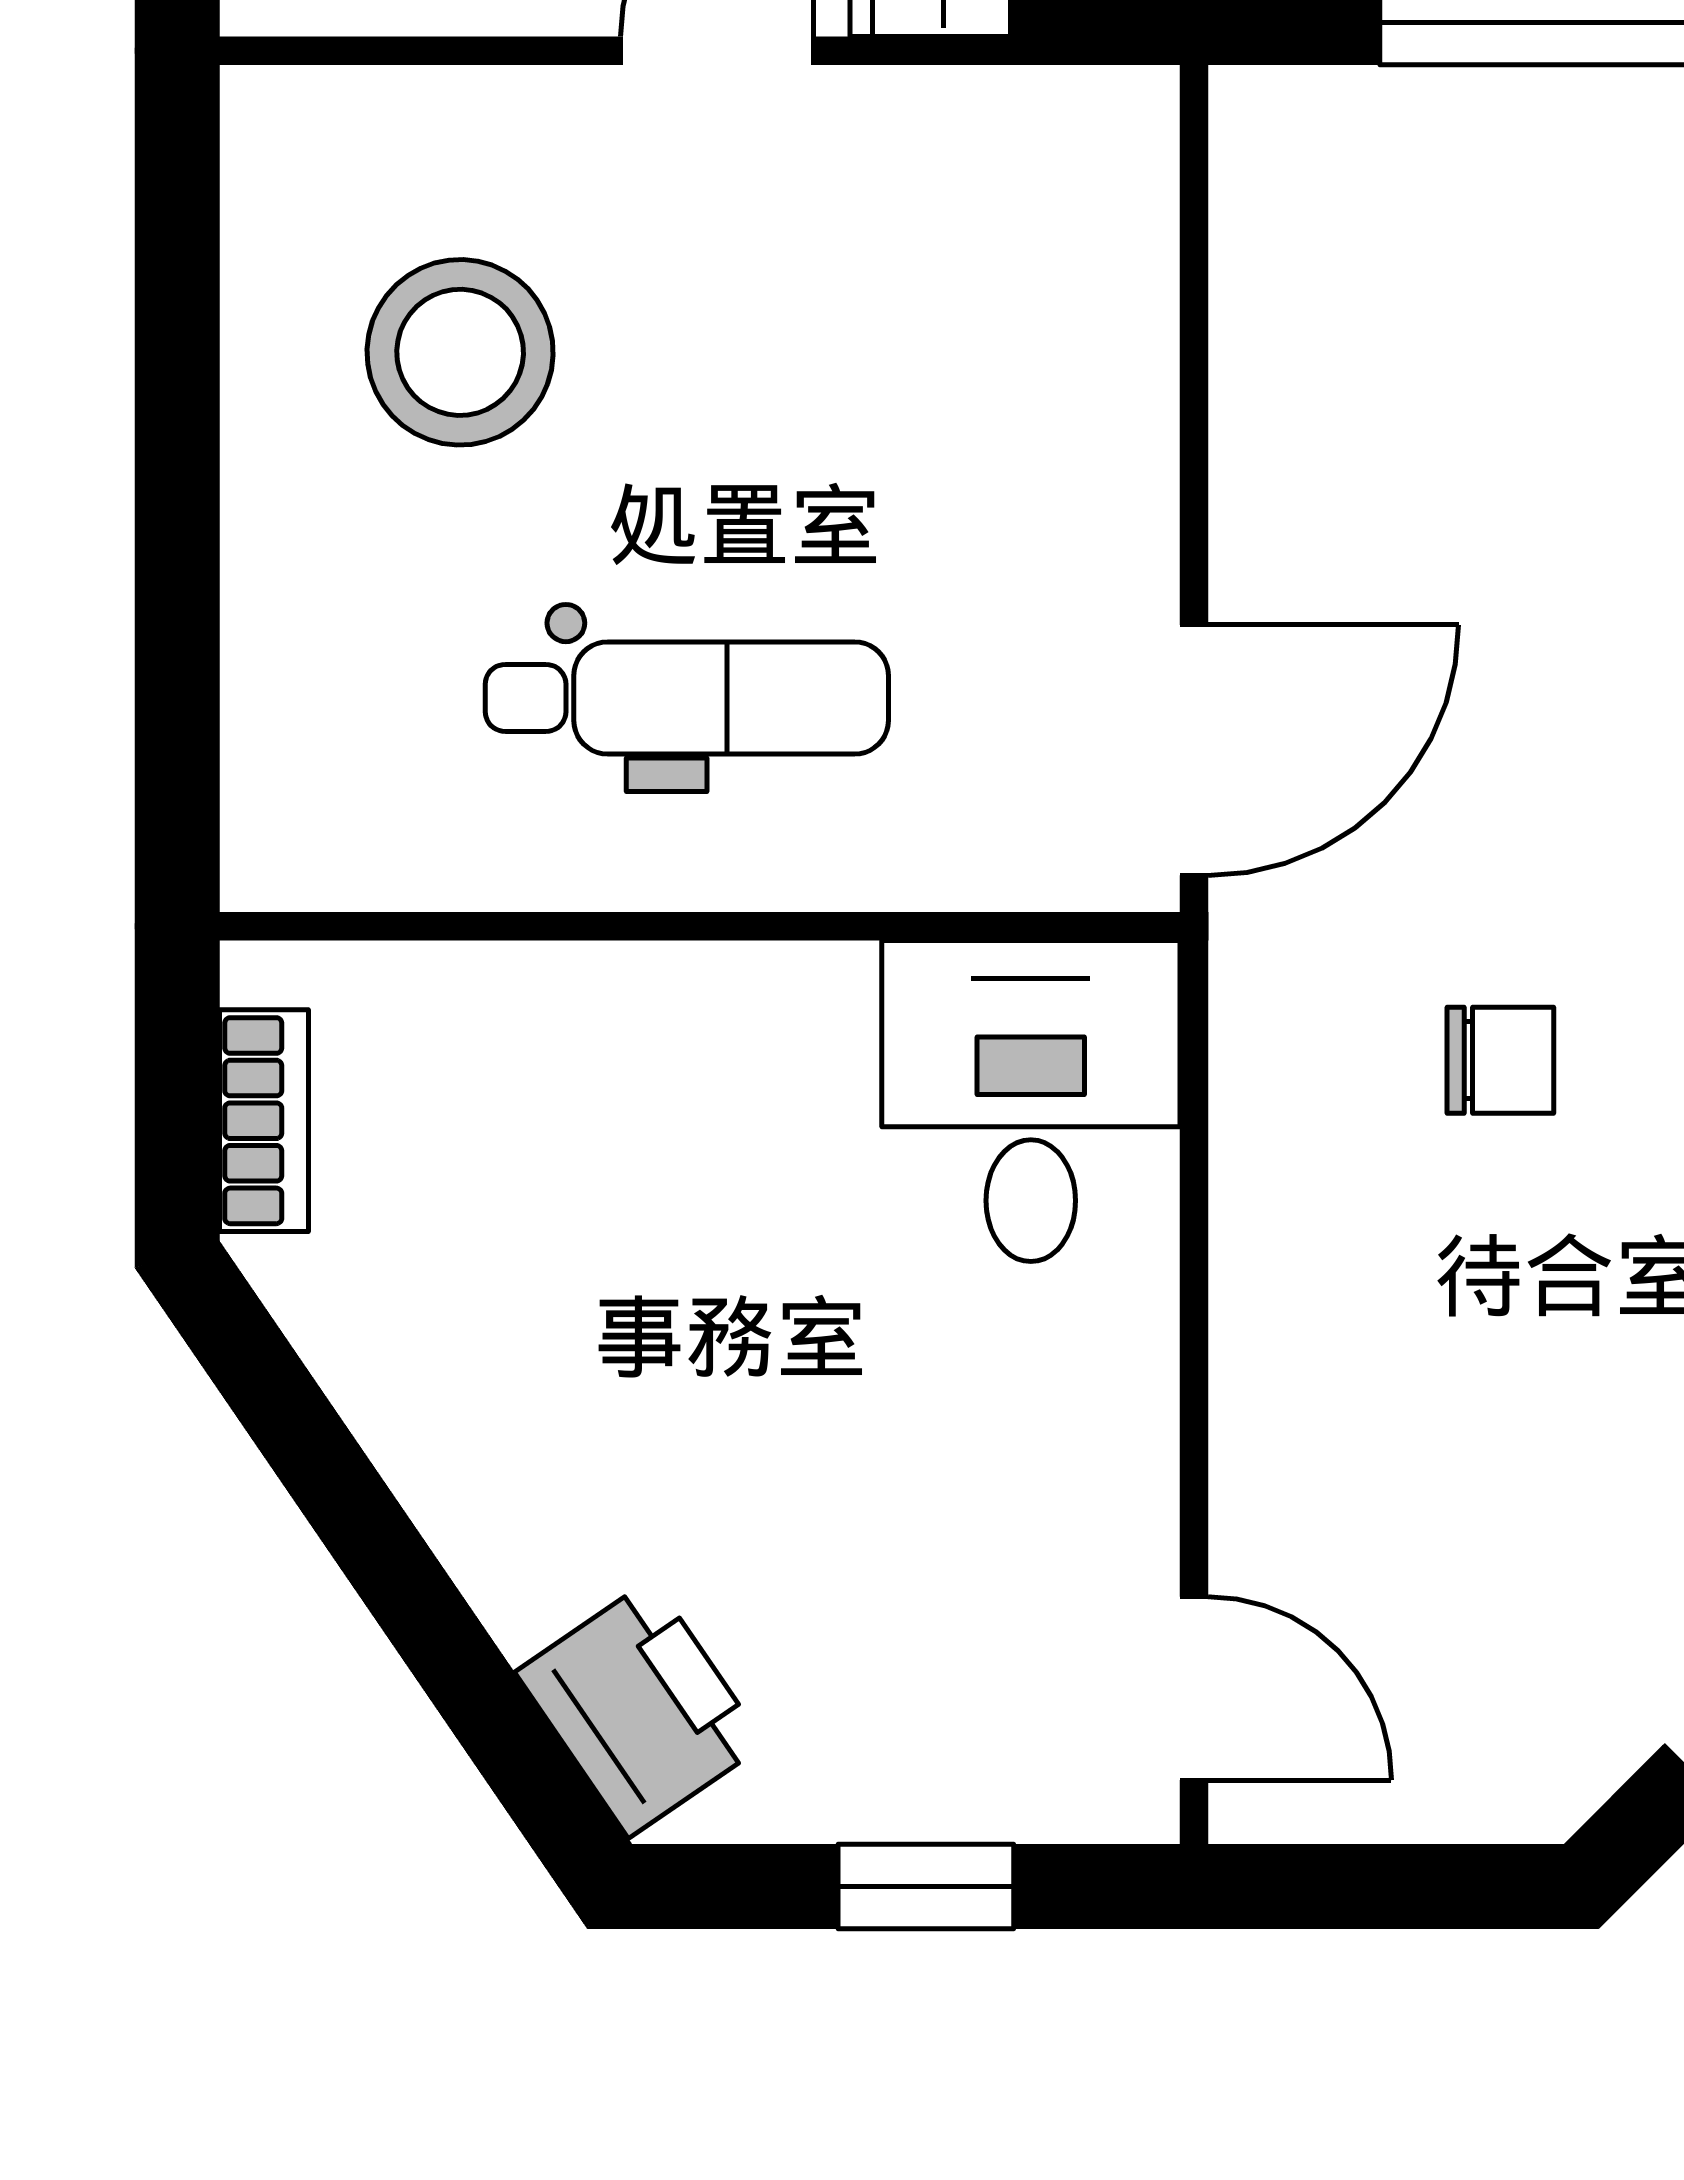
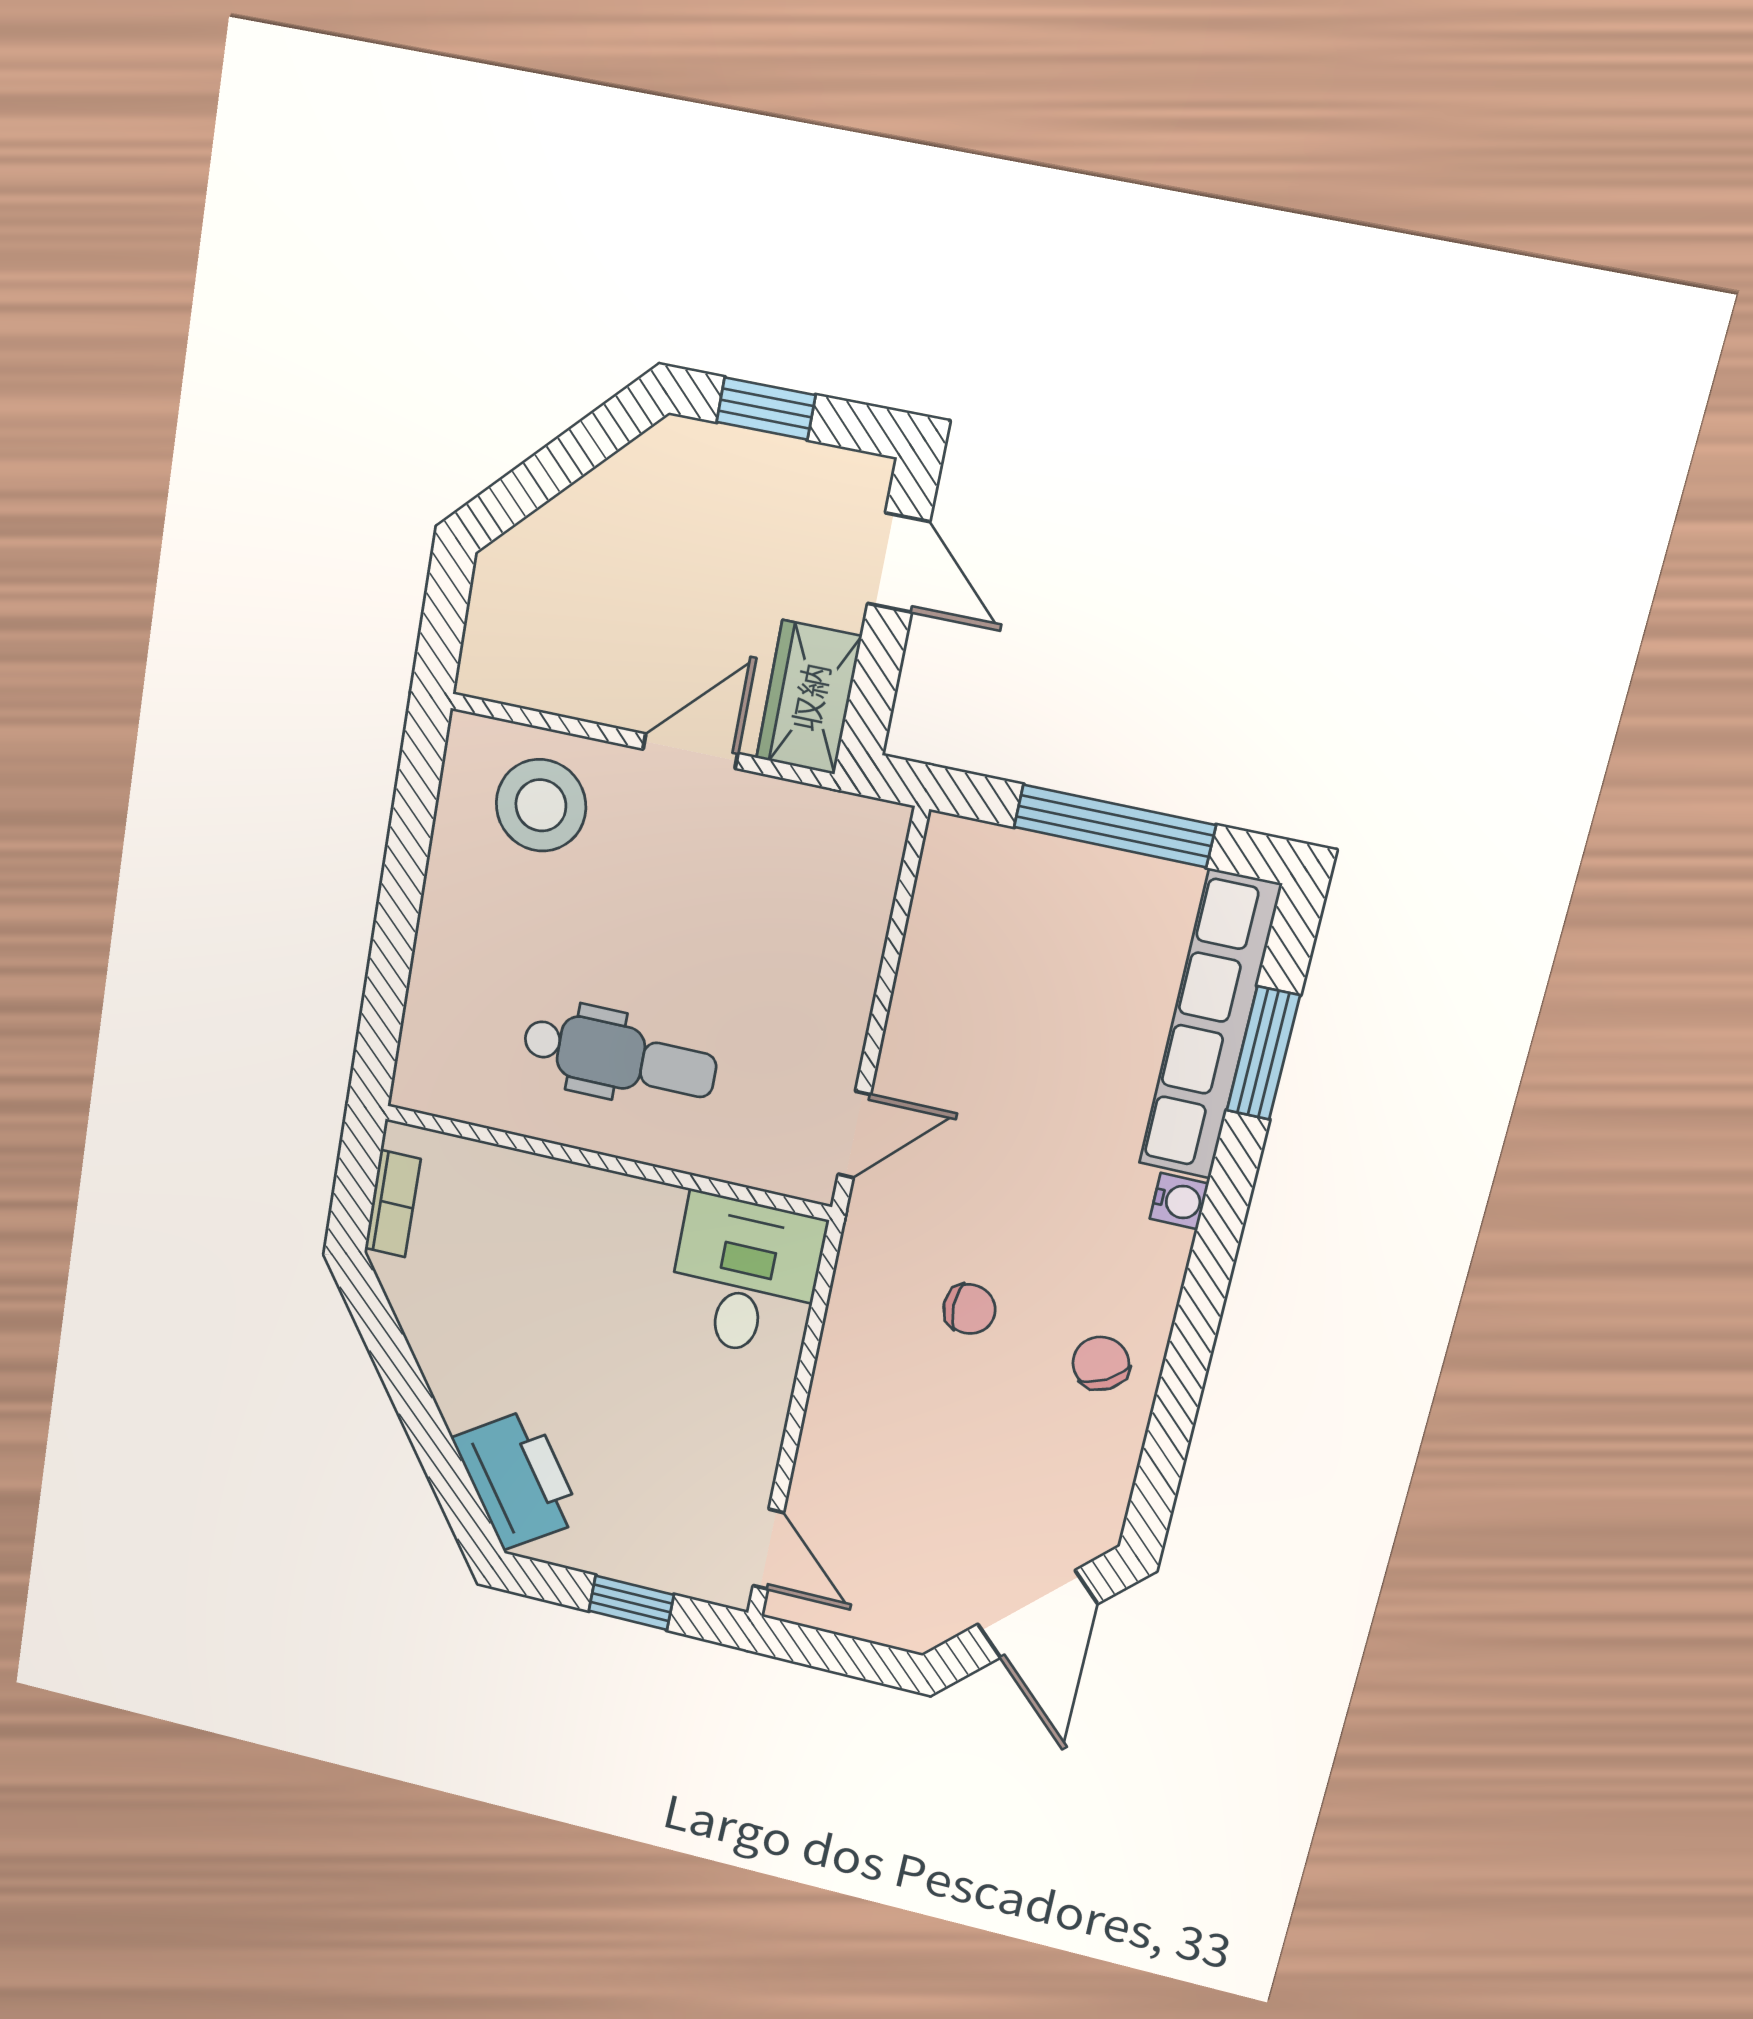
stool: (460, 352) -> (541, 805), moved
door: (1194, 750) -> (854, 1135), width x0.73
printer: (640, 1708) -> (518, 1479), width x1.37, depth x1.19

